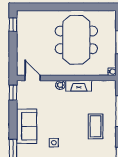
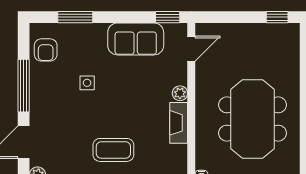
meeting table: (76, 40) -> (253, 119), turned 90
sofa: (27, 126) -> (136, 39), moved

